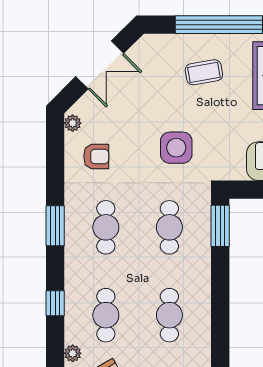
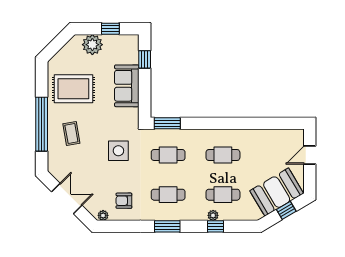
armchair: (96, 156) -> (124, 201), turned -90
plant: (73, 353) -> (213, 215), moved

